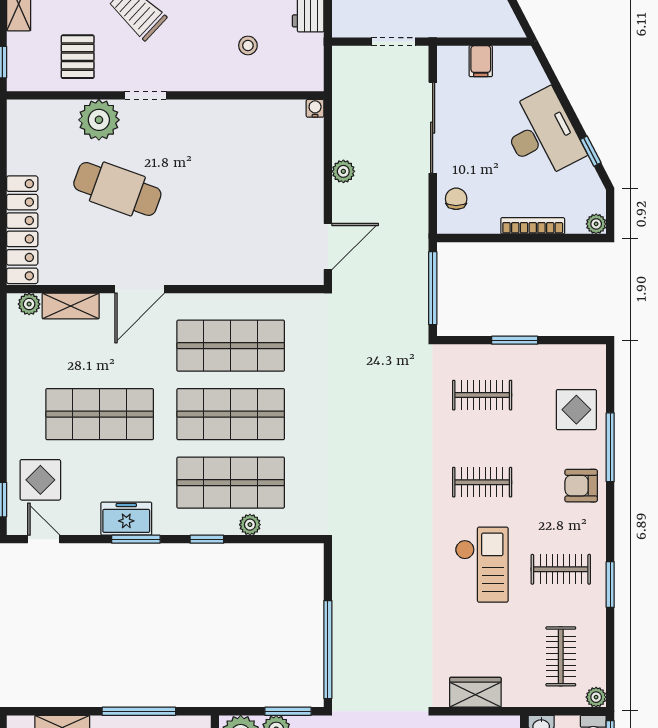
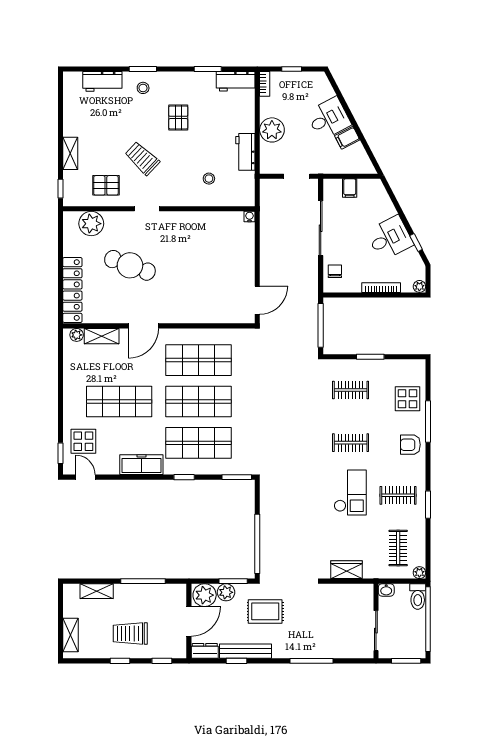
pallet: (78, 57) -> (106, 185), turned 90
plant: (99, 120) -> (91, 224), moved
desk: (542, 134) -> (390, 238), width x0.73
plant: (343, 171) -> (267, 255), removed
freezer: (126, 519) -> (141, 465), width x1.40
plant: (250, 525) -> (210, 468), removed
window: (136, 539) -> (237, 477), moved

